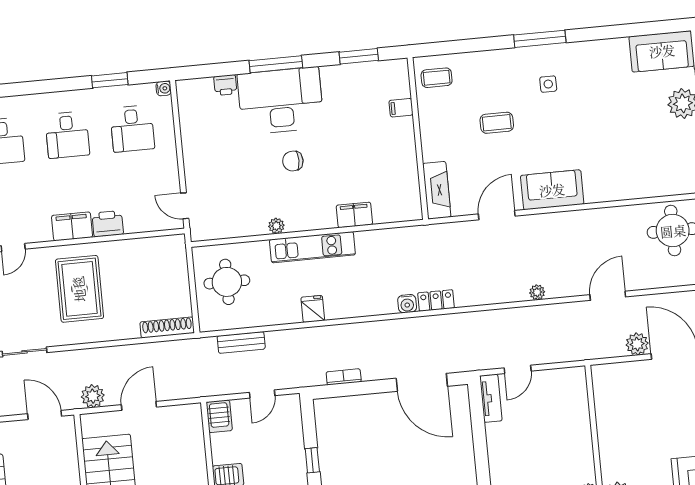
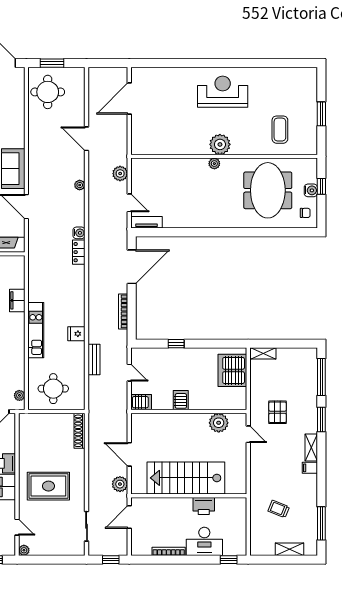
plant: (276, 226) -> (19, 395), moved
water cooler: (407, 304) -> (79, 233), moved
bench: (241, 342) -> (94, 360), moved
plant: (637, 344) -> (120, 174), moved
bookcase: (344, 377) -> (123, 311), width x1.56

